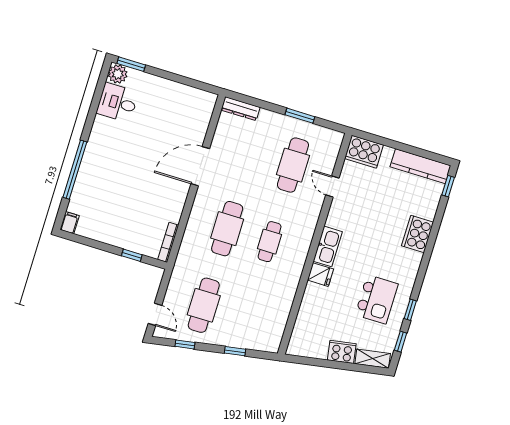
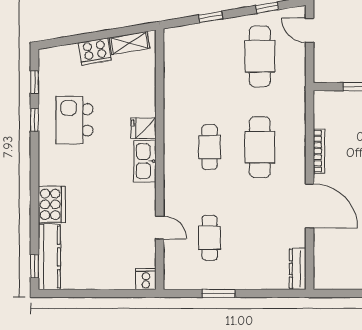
dresser: (241, 109) -> (298, 269), moved, turned -90
cooker: (364, 152) -> (146, 279), width x0.53, depth x0.76
cafe table: (293, 165) -> (210, 238), width x0.73, depth x0.74
door: (200, 166) -> (310, 206), hinge flipped
kitchen counter: (420, 166) -> (49, 257), moved, turned 90
bookcase: (168, 242) -> (319, 151), moved
shelving: (373, 359) -> (129, 43), moved

